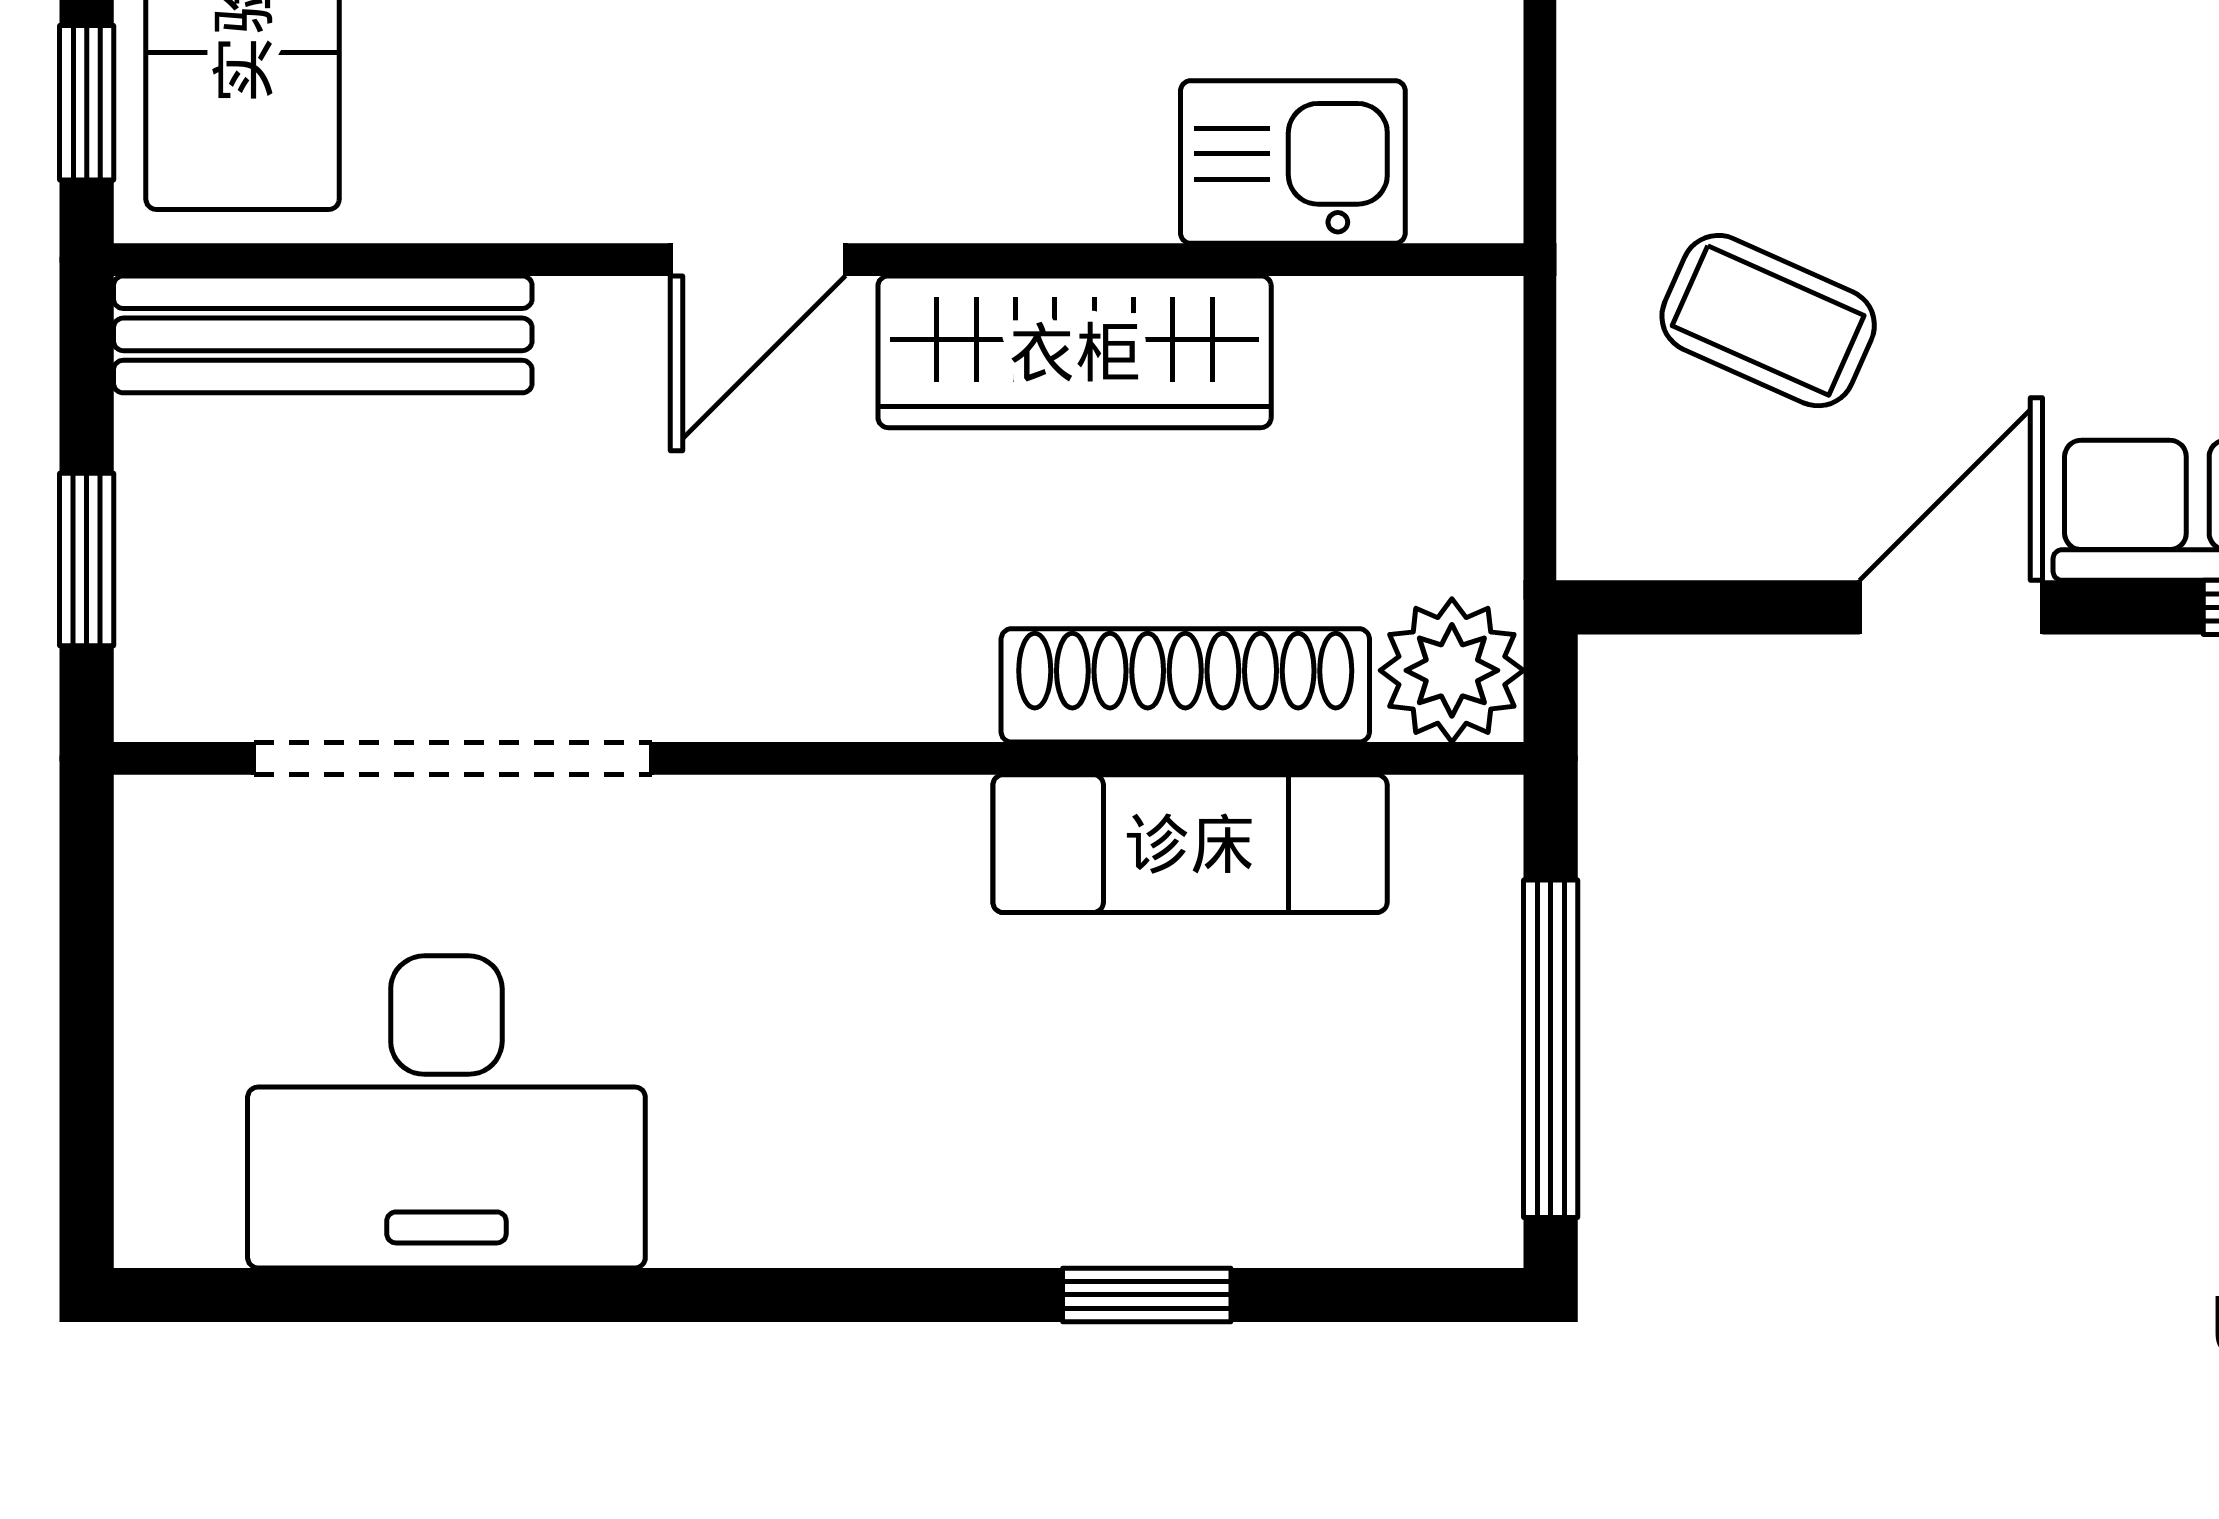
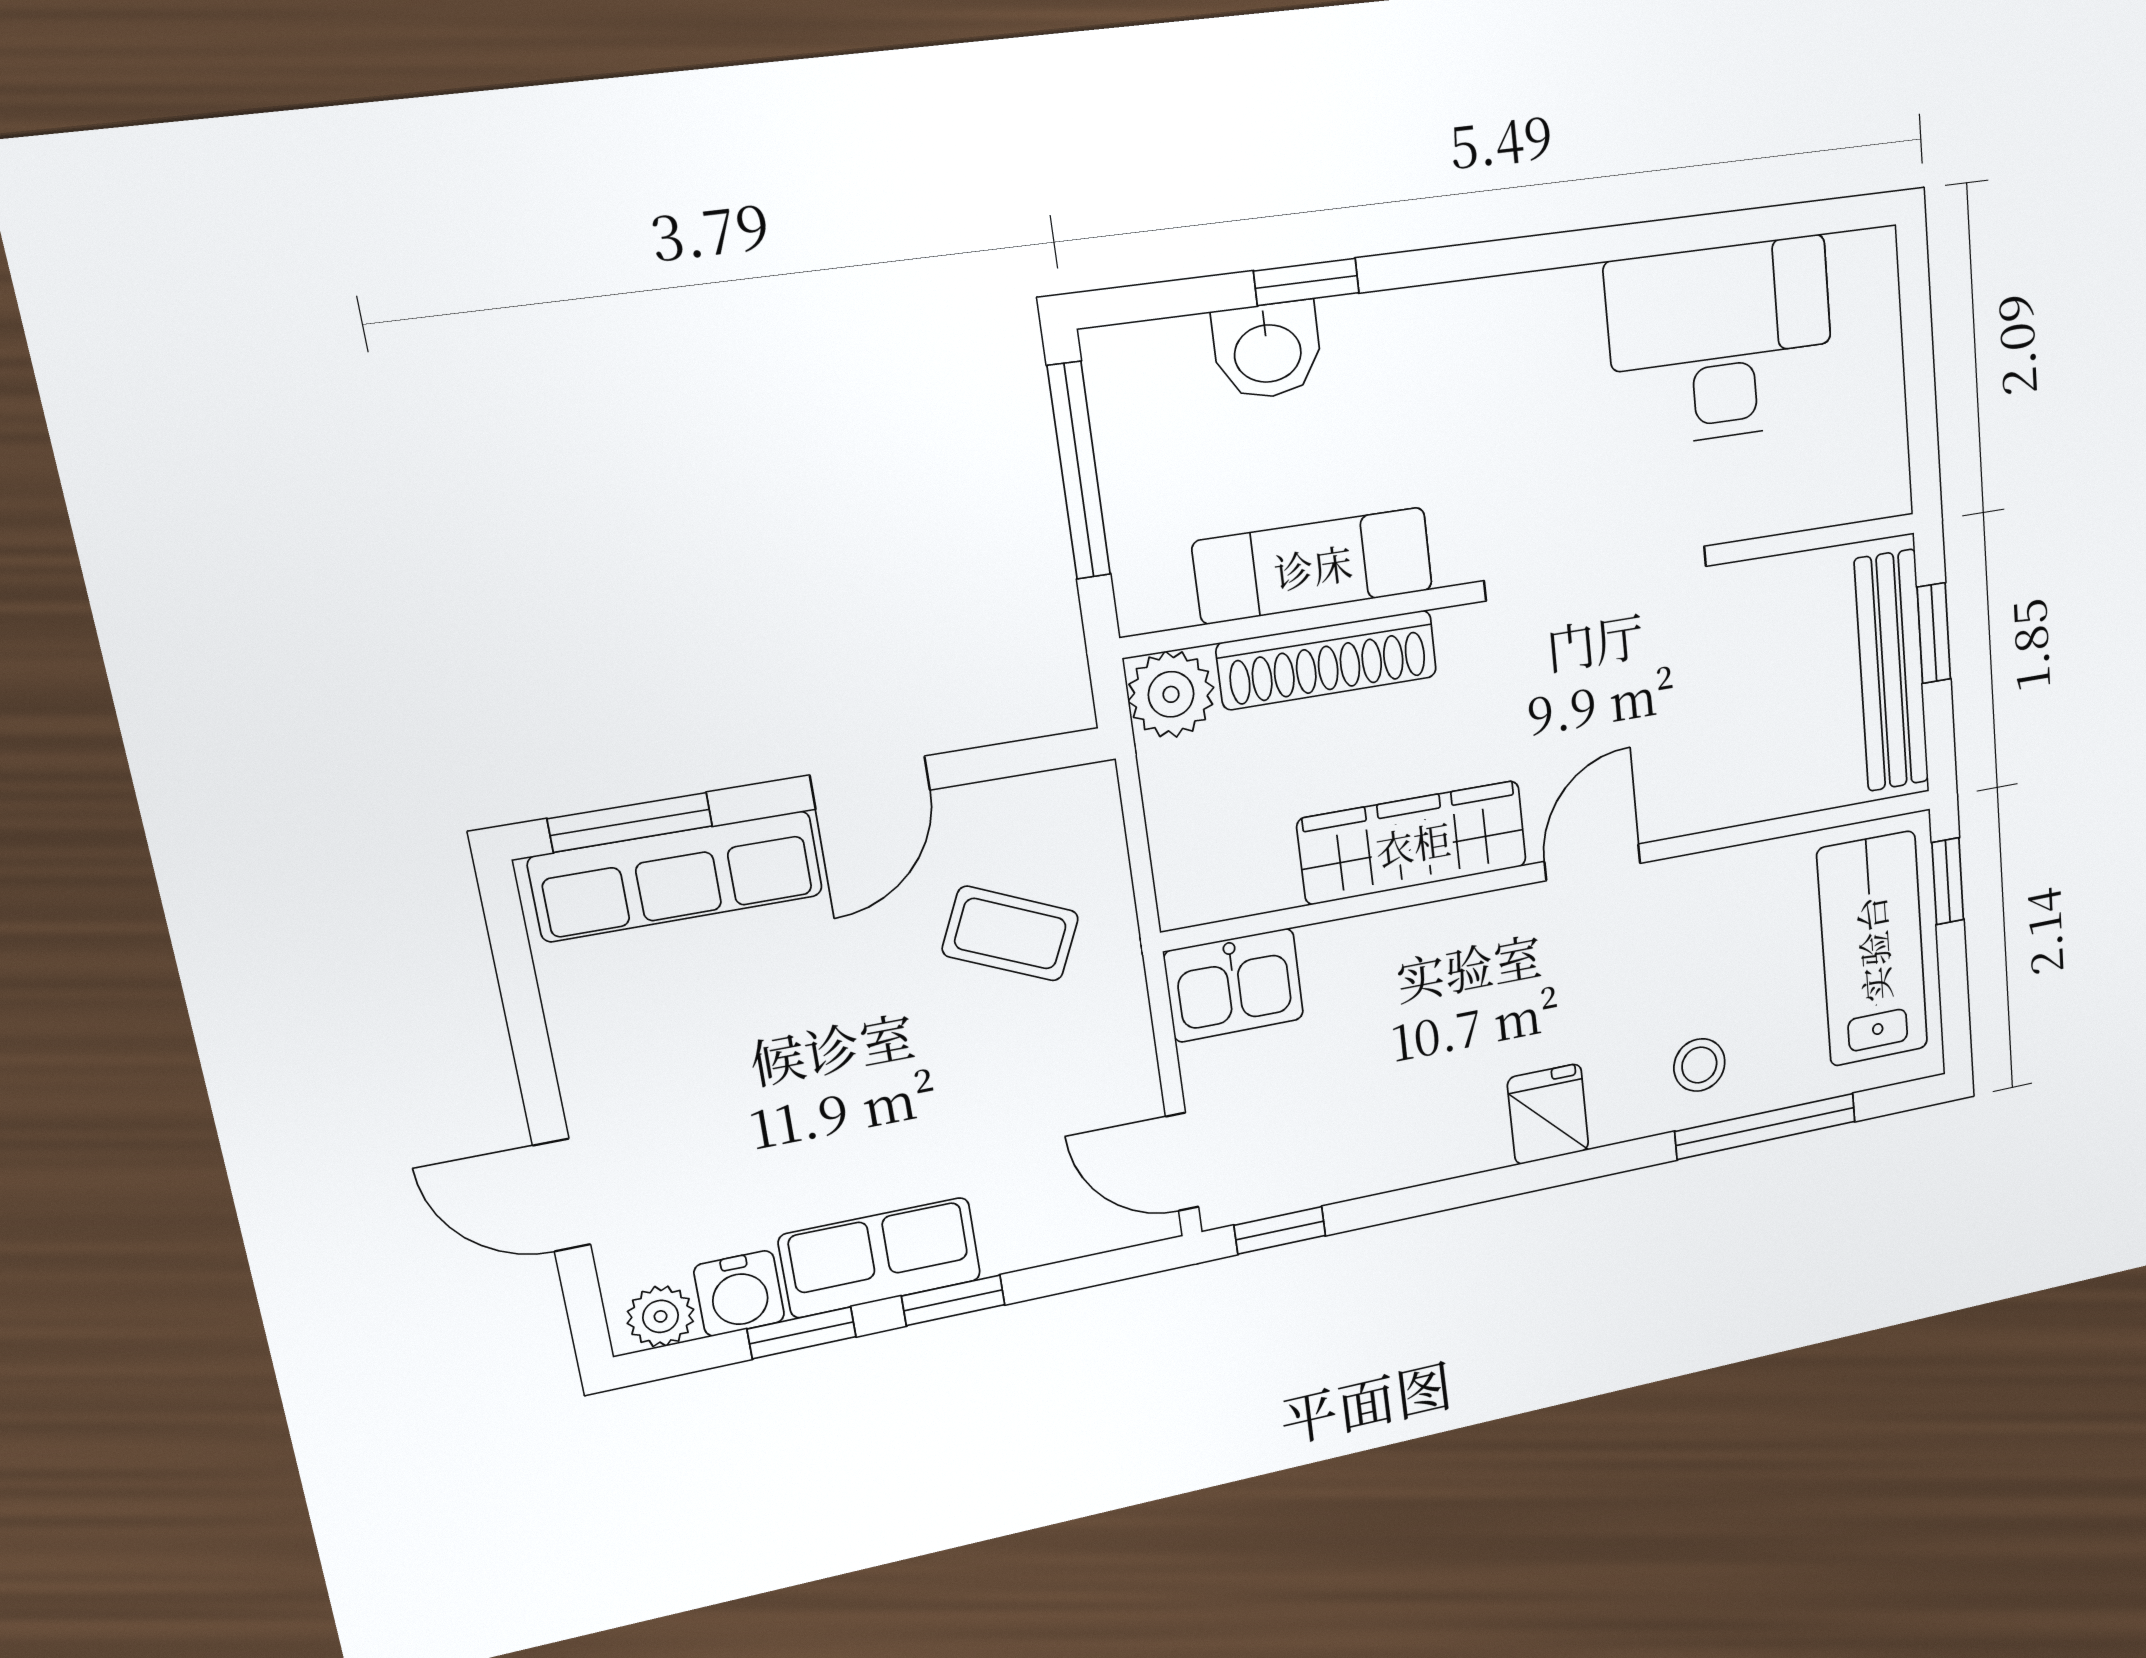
kitchen sink: (1293, 162) -> (1234, 985), moved
bench: (323, 334) -> (1892, 671), moved, turned 90
doorway: (453, 758) -> (1596, 573), moved
washbasin: (1223, 1196) -> (1267, 351), added

